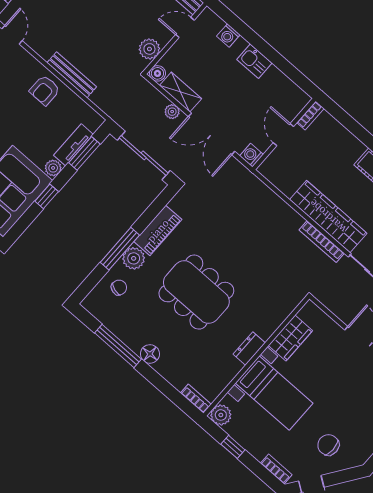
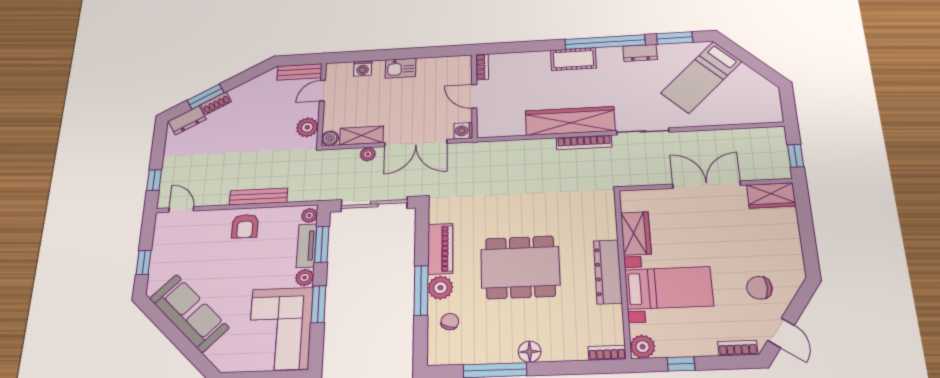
plant: (94, 123) -> (309, 215), added
window: (47, 196) -> (319, 304), width x1.50
dresser: (249, 348) -> (608, 272), width x1.96, depth x1.24

